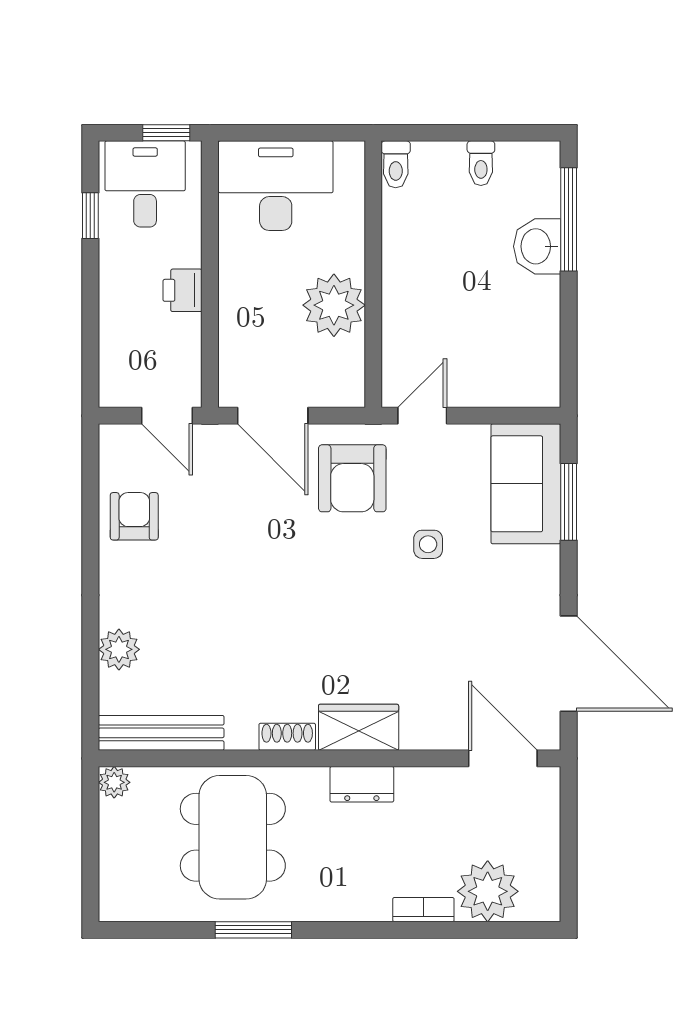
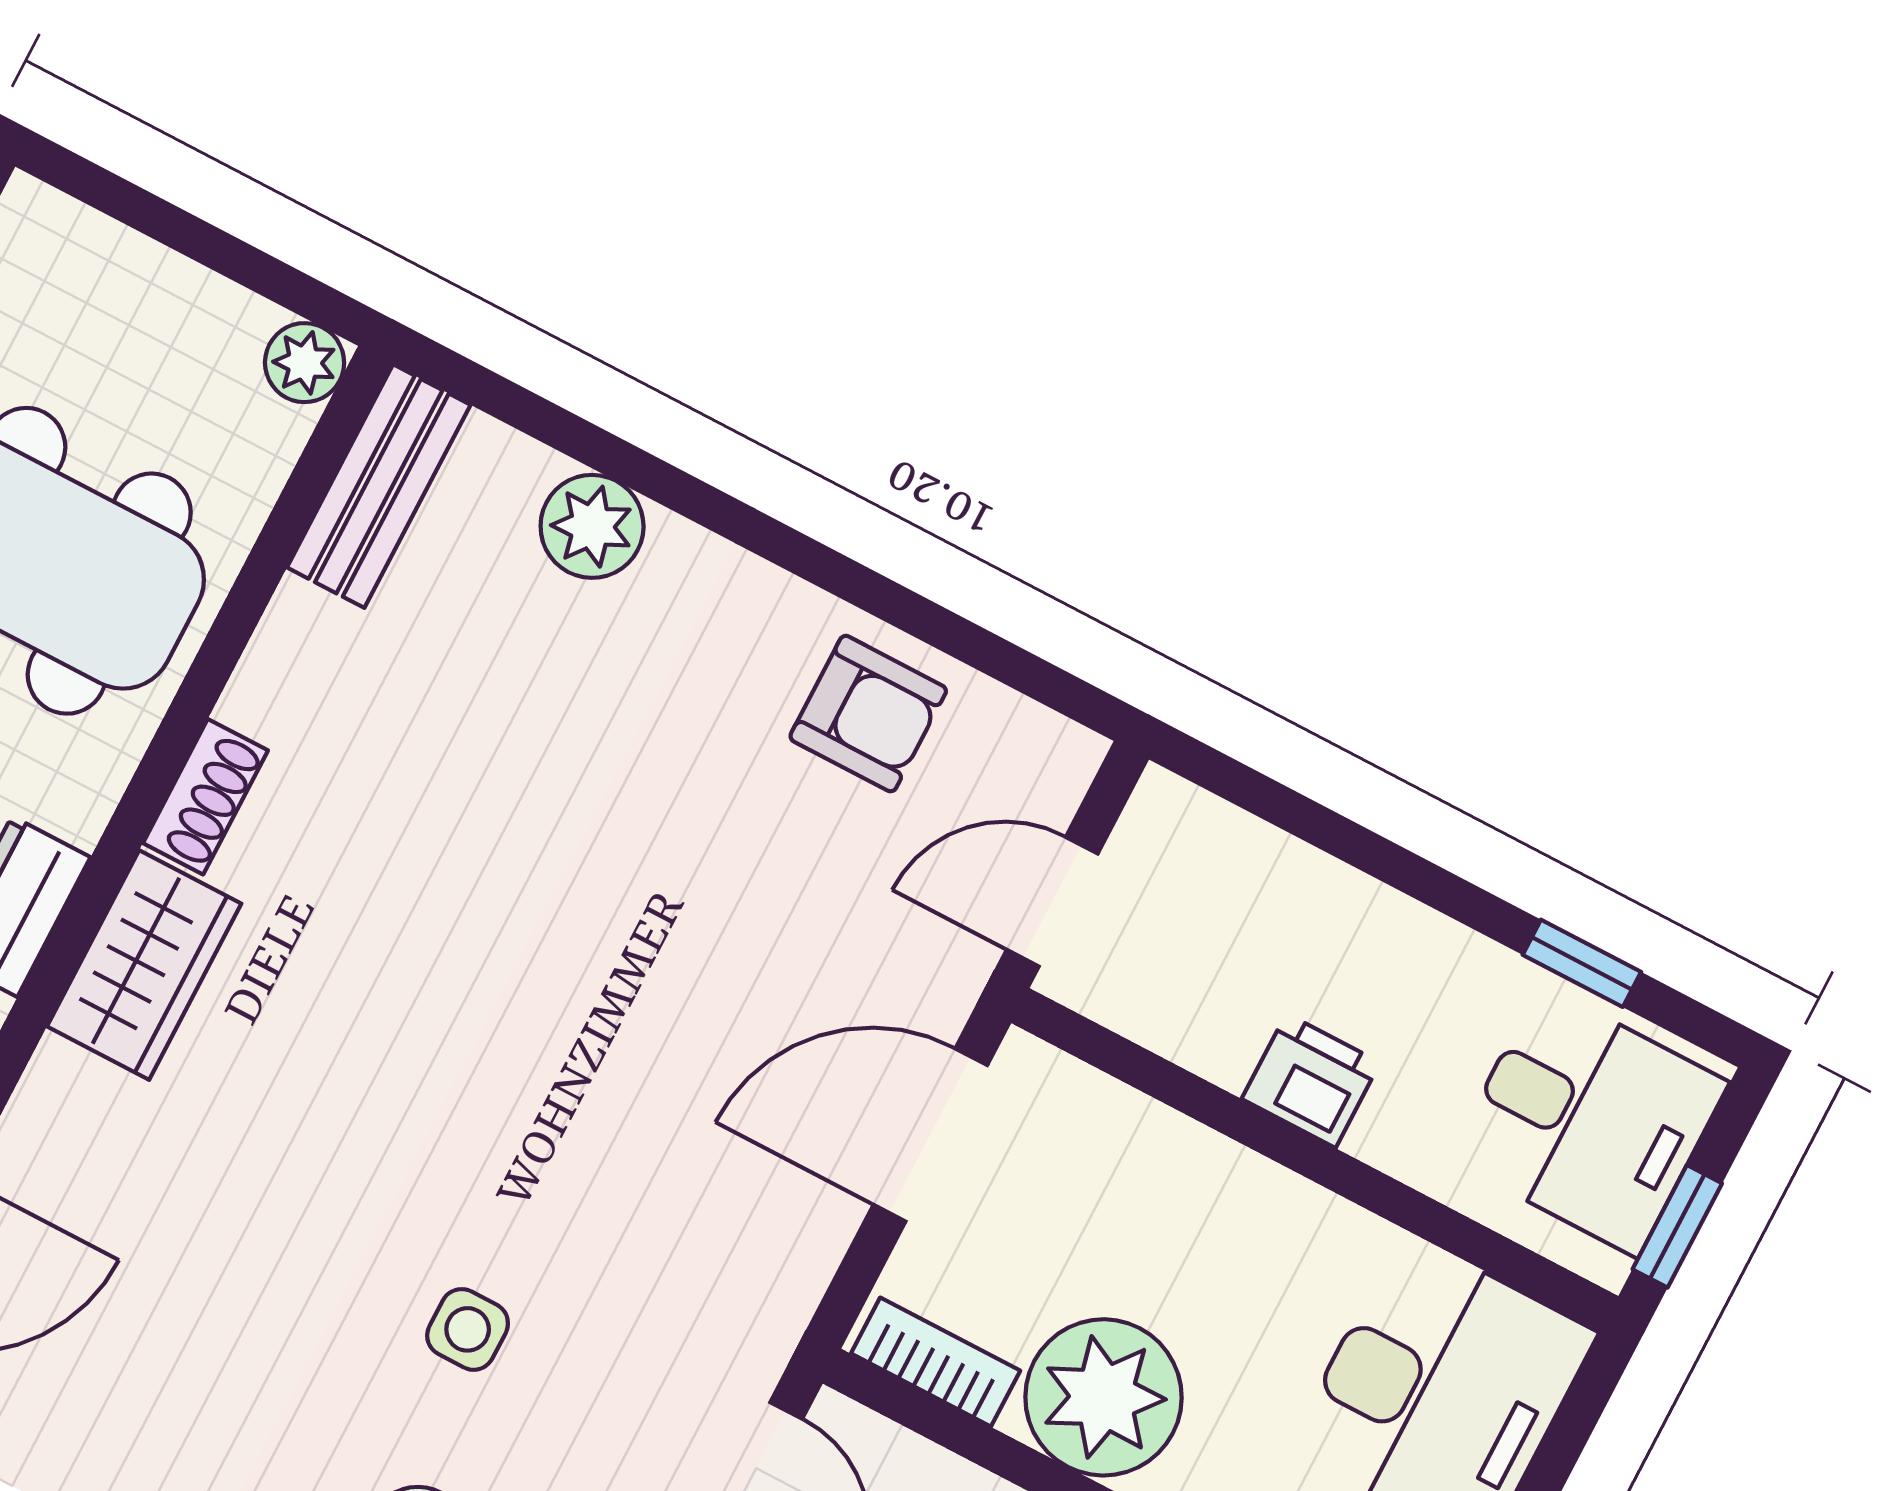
bookcase: (353, 372) -> (936, 1362), added
armchair: (352, 478) -> (700, 1238), removed
bench: (161, 733) -> (379, 486), width x0.73

